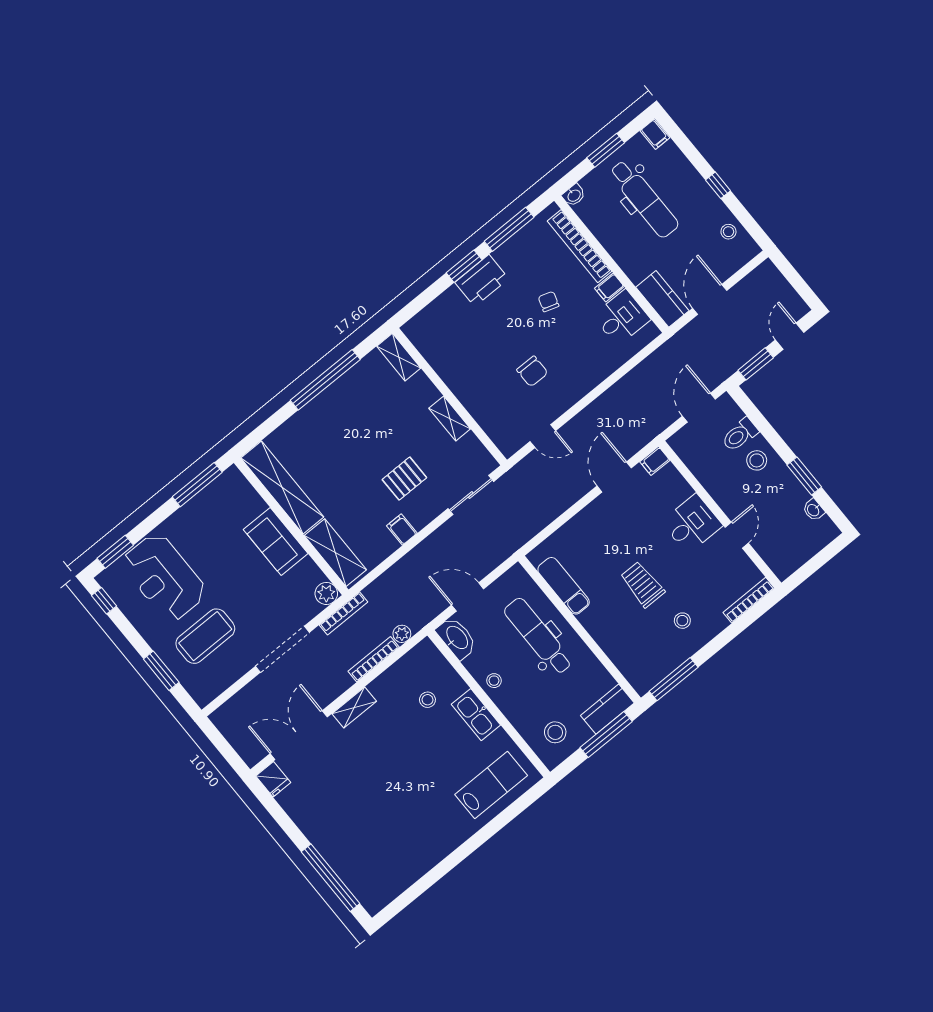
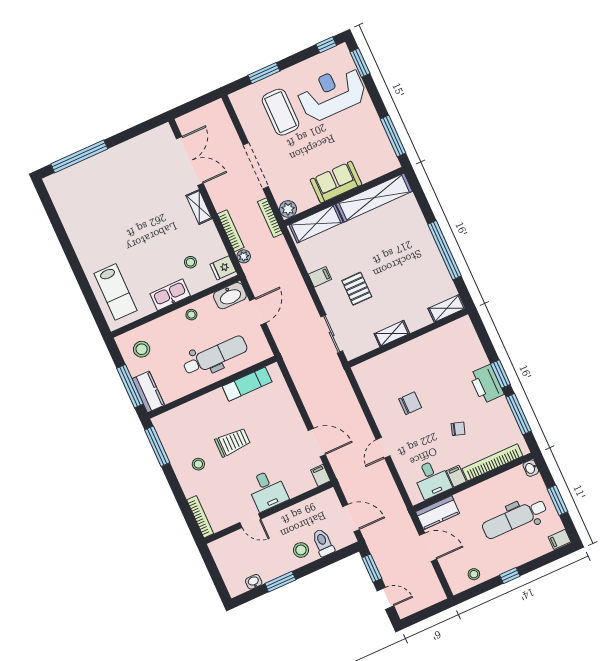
chair: (532, 371) -> (410, 403), turned 180
door: (543, 436) -> (383, 448), moved
fridge: (273, 779) -> (223, 268), moved

